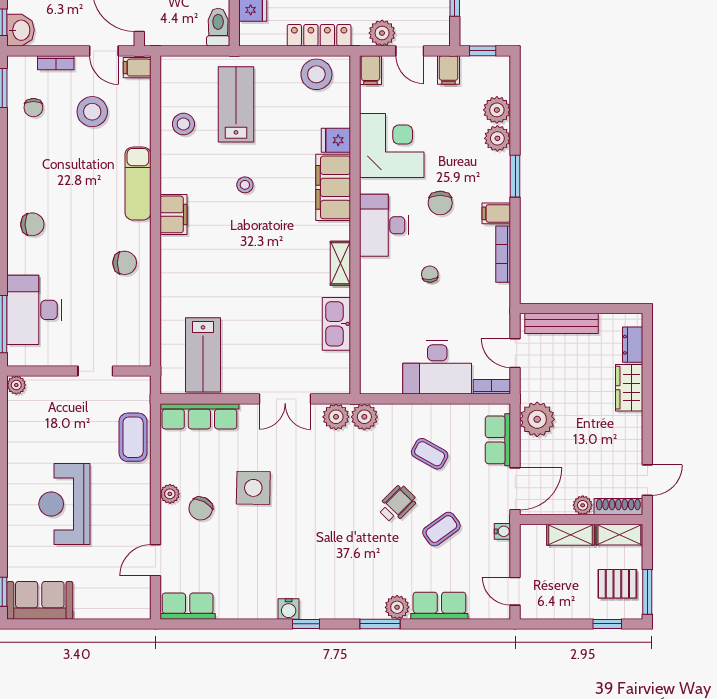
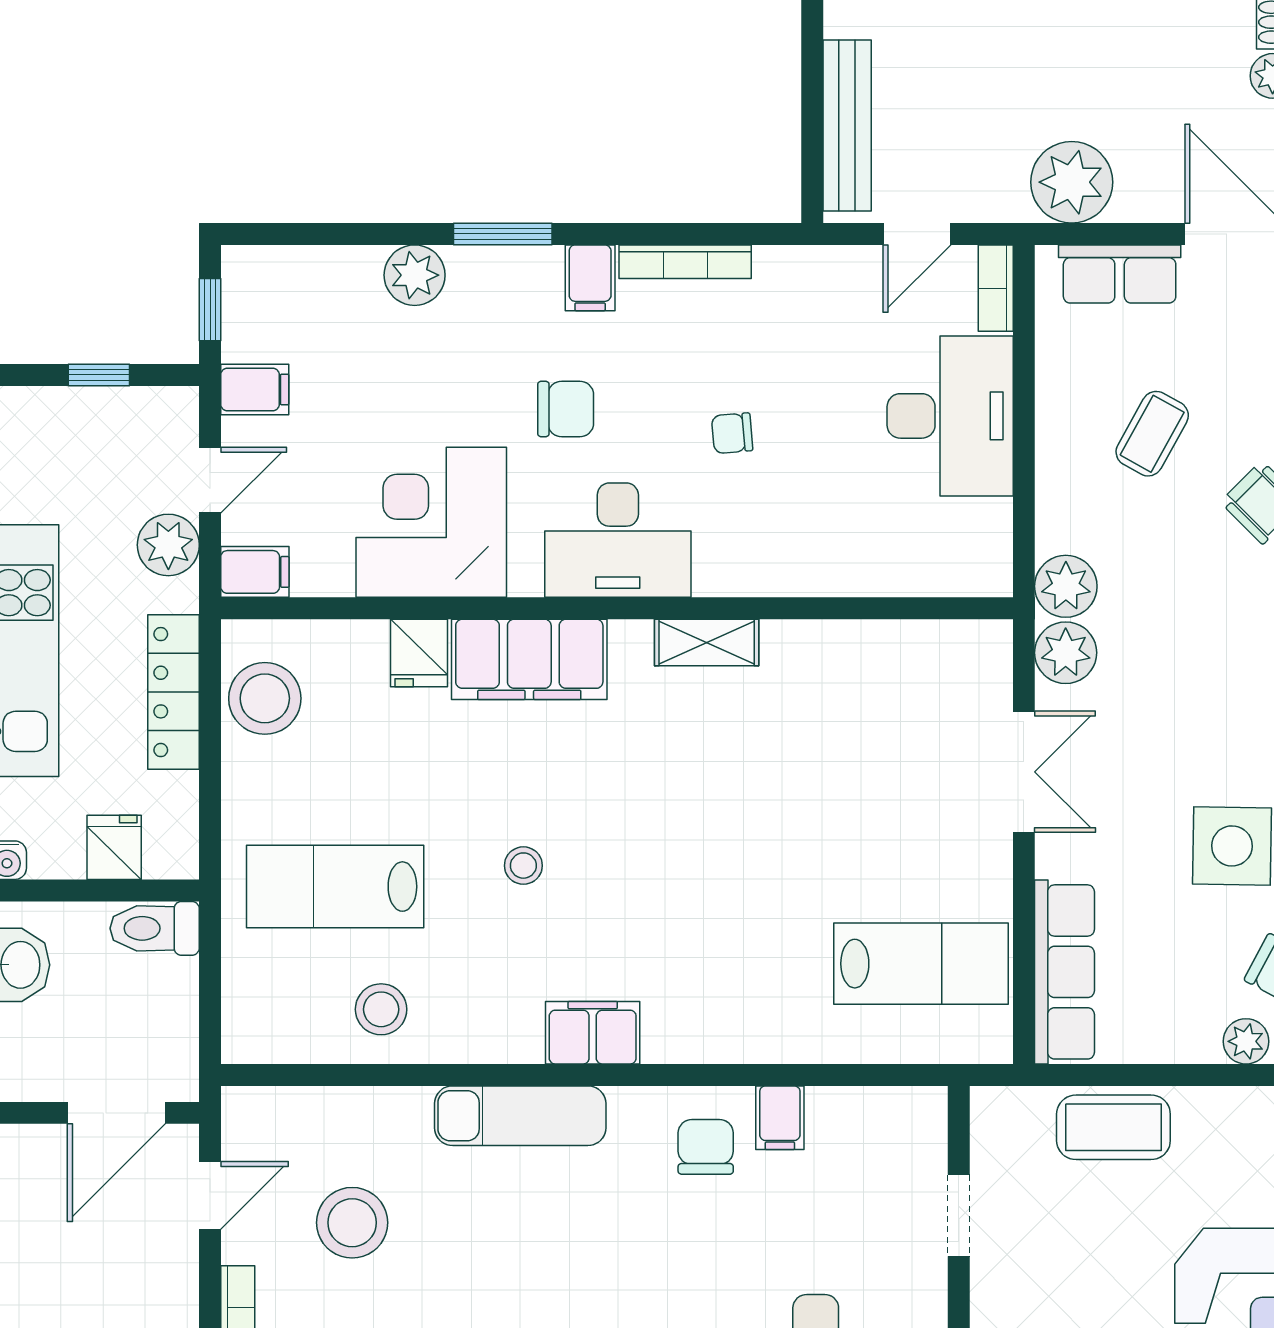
filing cabinet: (137, 68) -> (780, 1118), moved
plant: (497, 110) -> (348, 276), removed
kitchen sink: (336, 324) -> (848, 652), removed

